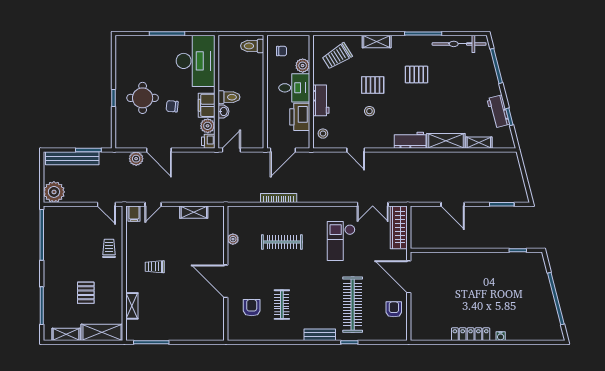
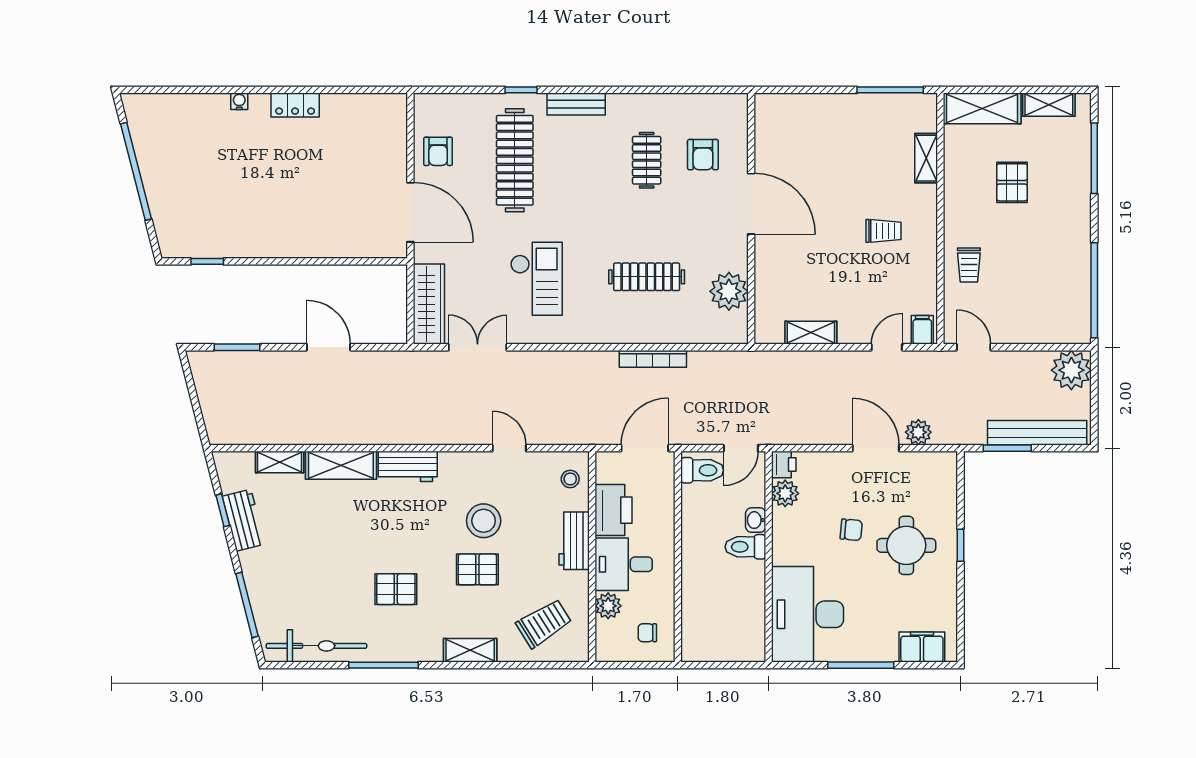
toilet: (252, 46) -> (702, 470), moved
filing cabinet: (207, 105) -> (922, 647), moved, turned -90
stool: (369, 111) -> (484, 521), width x1.89, depth x1.89
plant: (233, 239) -> (729, 291), width x1.88, depth x1.88
locker: (471, 334) -> (295, 105), width x0.66

